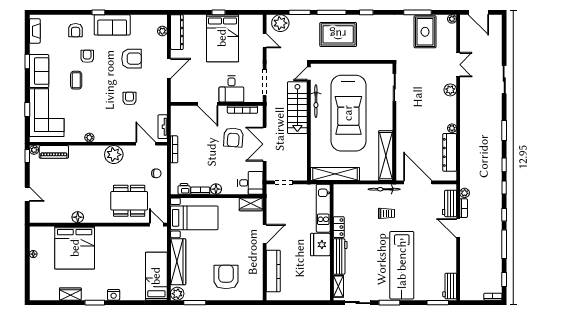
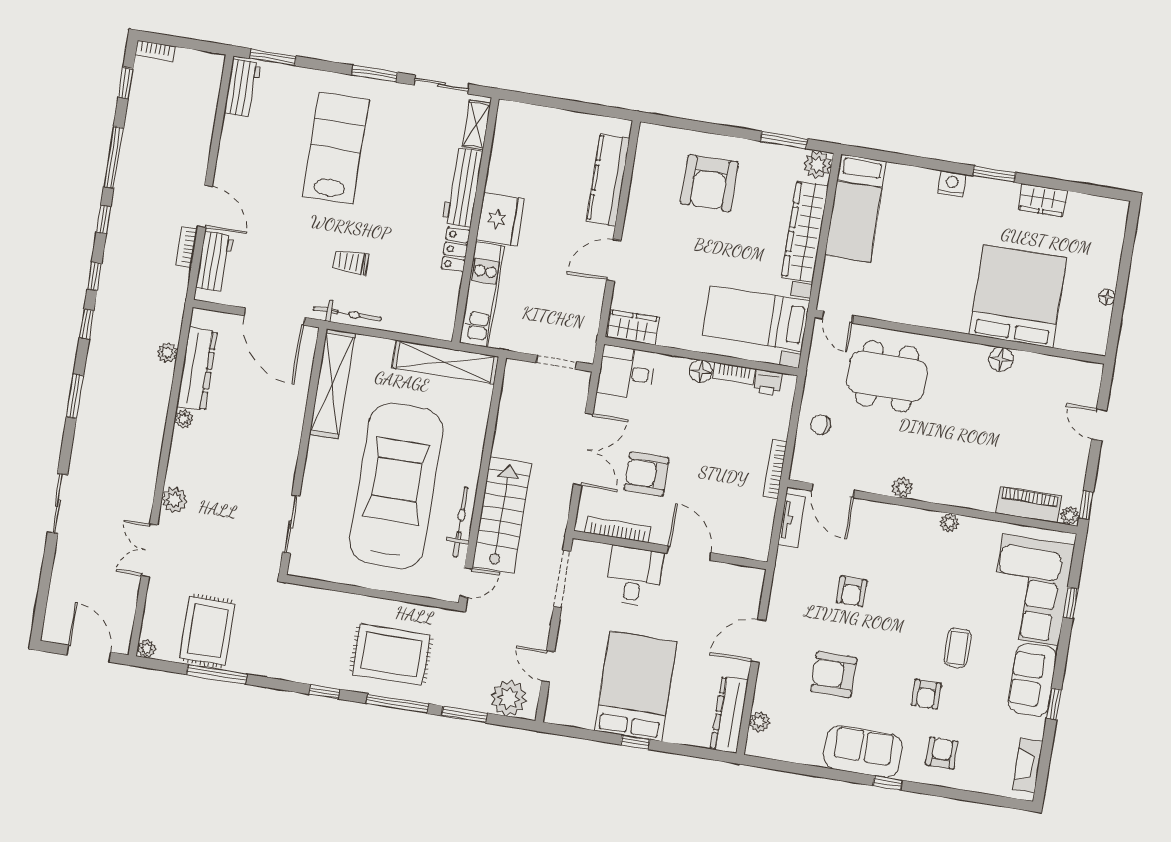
armchair: (233, 137) -> (646, 474), turned -94
plant: (114, 155) -> (902, 488), width x0.53, depth x0.53
plant: (465, 193) -> (167, 353), moved
lab bench: (402, 265) -> (336, 148), width x0.73

